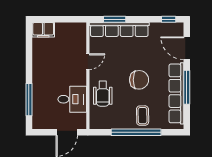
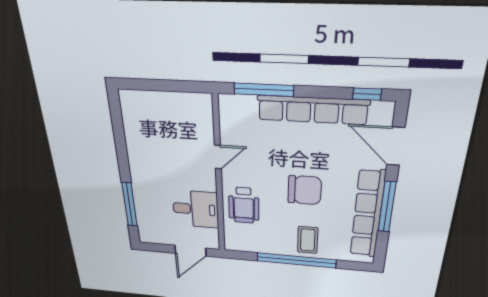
window: (115, 19) -> (264, 90), width x1.44
row of seats: (119, 29) -> (313, 110), moved
filing cabinet: (43, 30) -> (138, 102), removed

